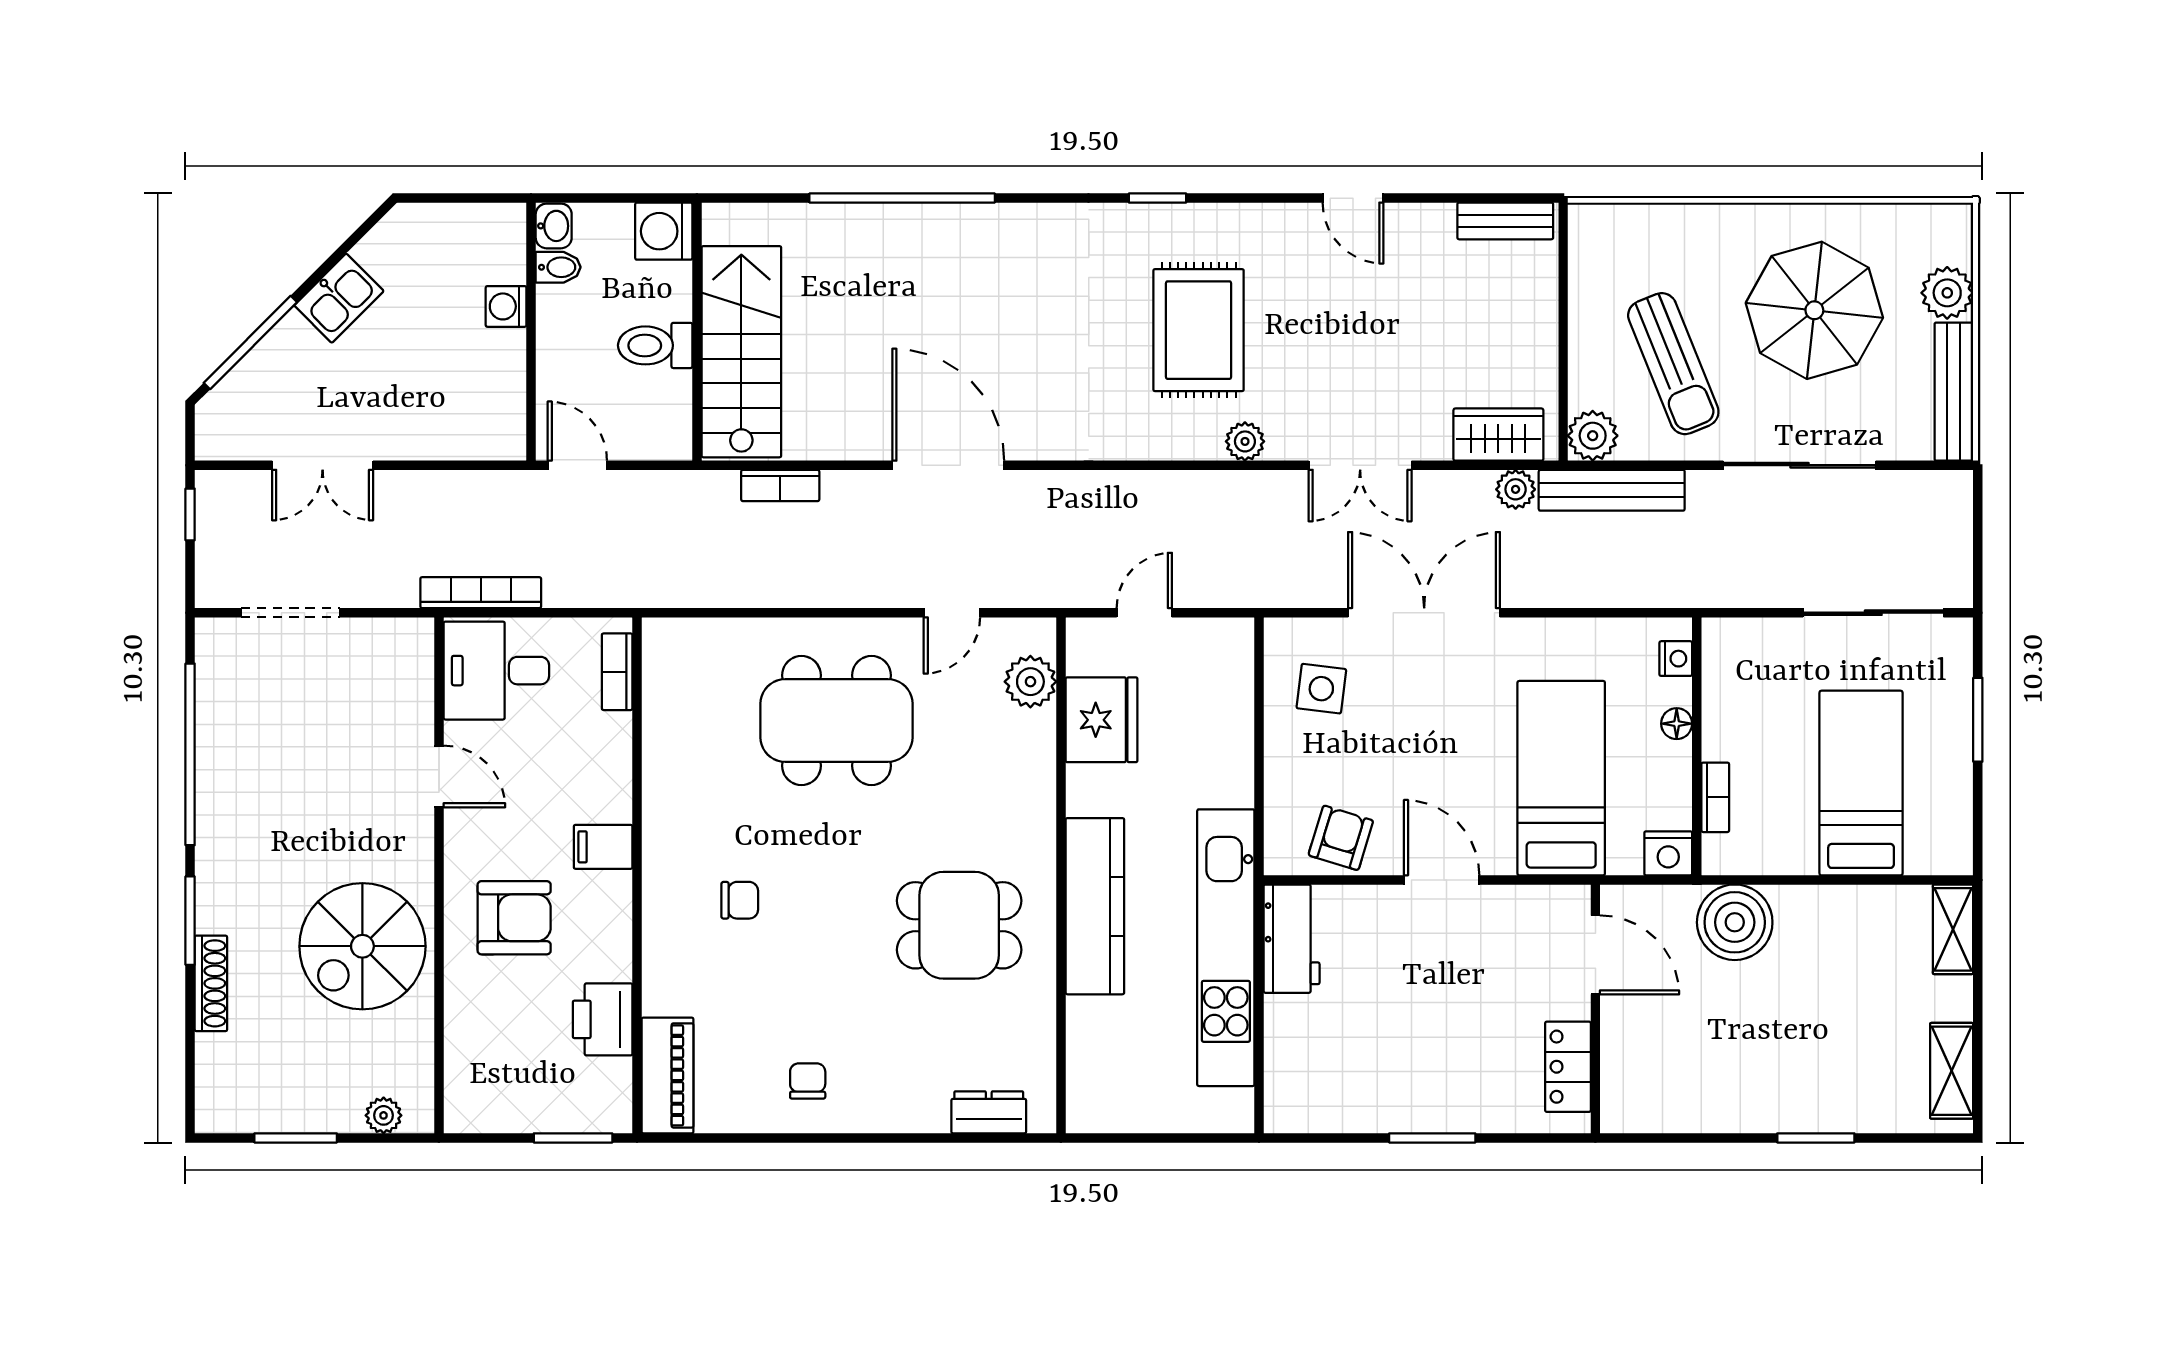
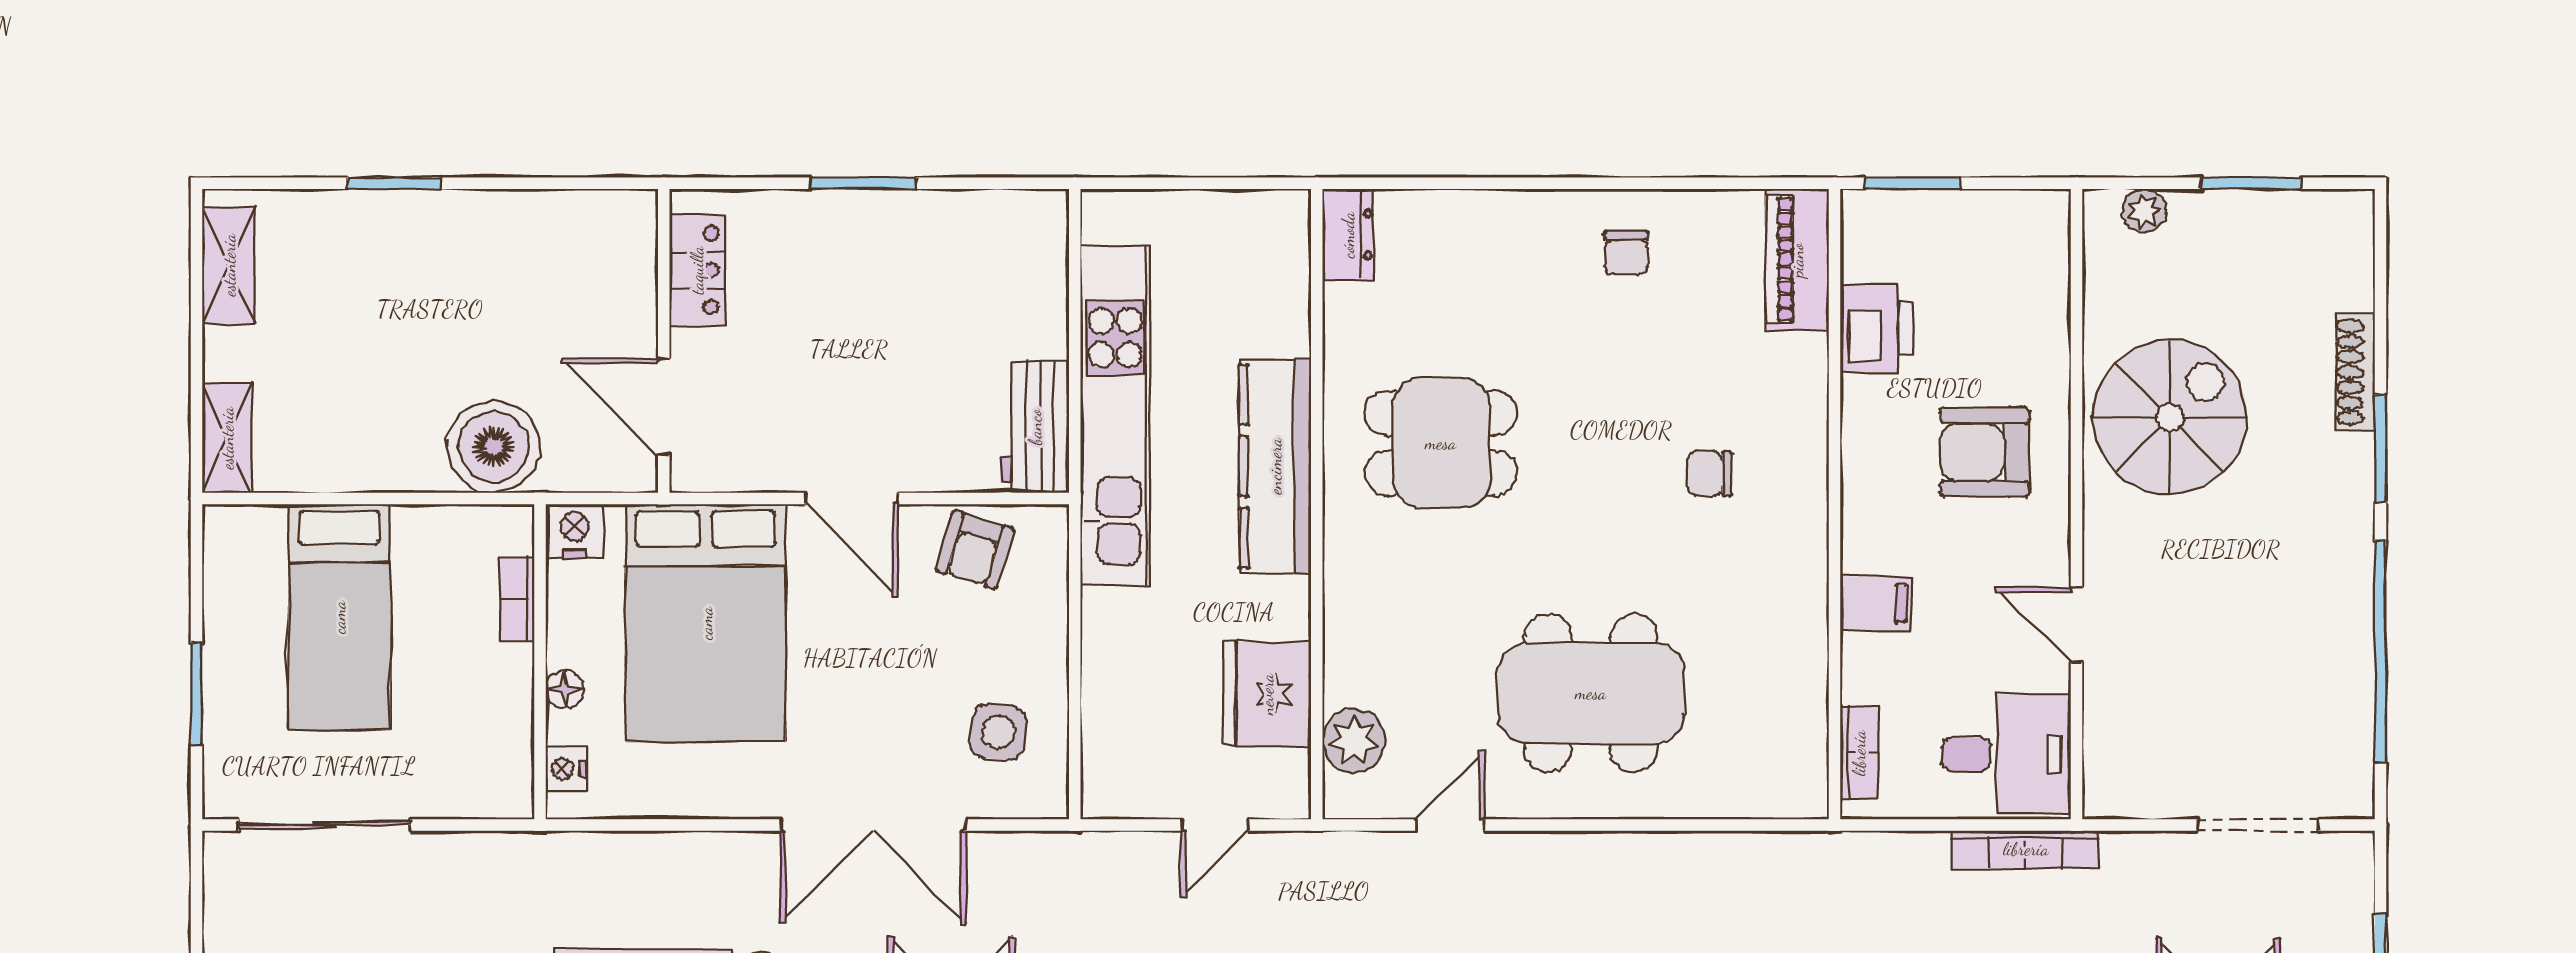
bed: (1561, 778) -> (706, 623), width x1.50
filing cabinet: (603, 847) -> (1876, 603), moved
dresser: (989, 1112) -> (1348, 235), moved, turned -90

